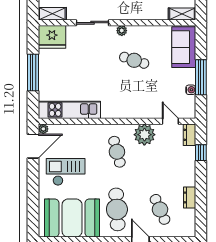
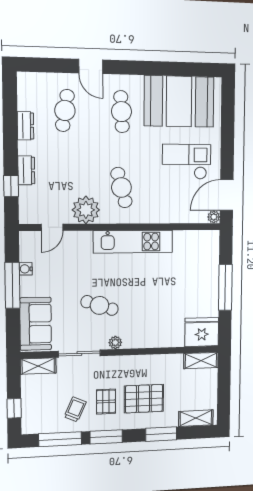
sliding door: (93, 23) -> (79, 354), moved
kitchen unit: (69, 110) -> (133, 242), moved
door: (170, 121) -> (52, 227), hinge flipped
dresser: (189, 135) -> (26, 170), moved
checkout: (66, 172) -> (187, 162), turned 180
cafe table: (117, 209) -> (121, 112), width x0.73, depth x0.74
cafe table: (160, 209) -> (65, 110), turned 33

